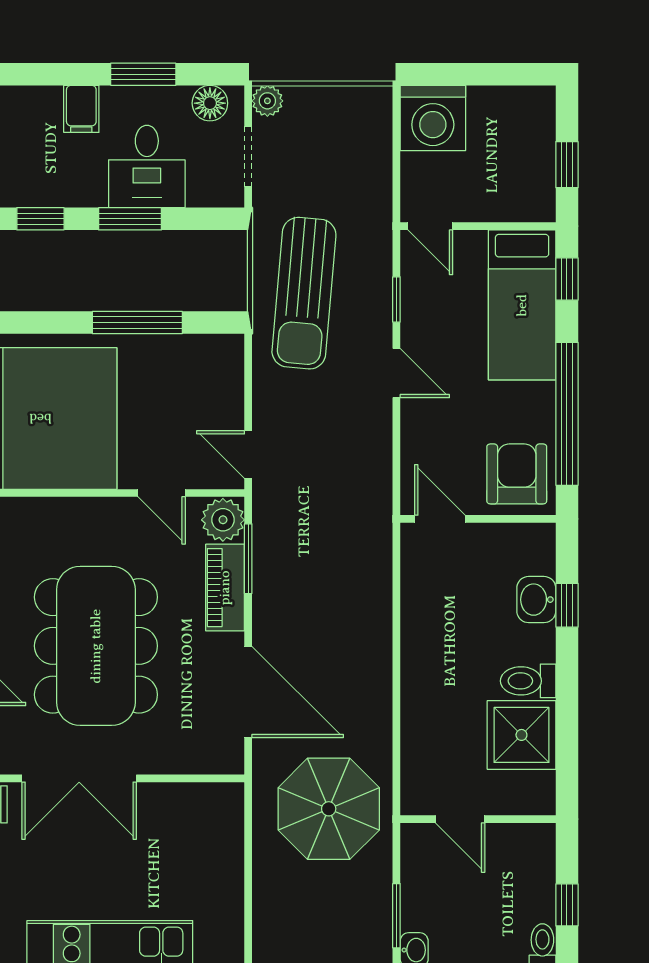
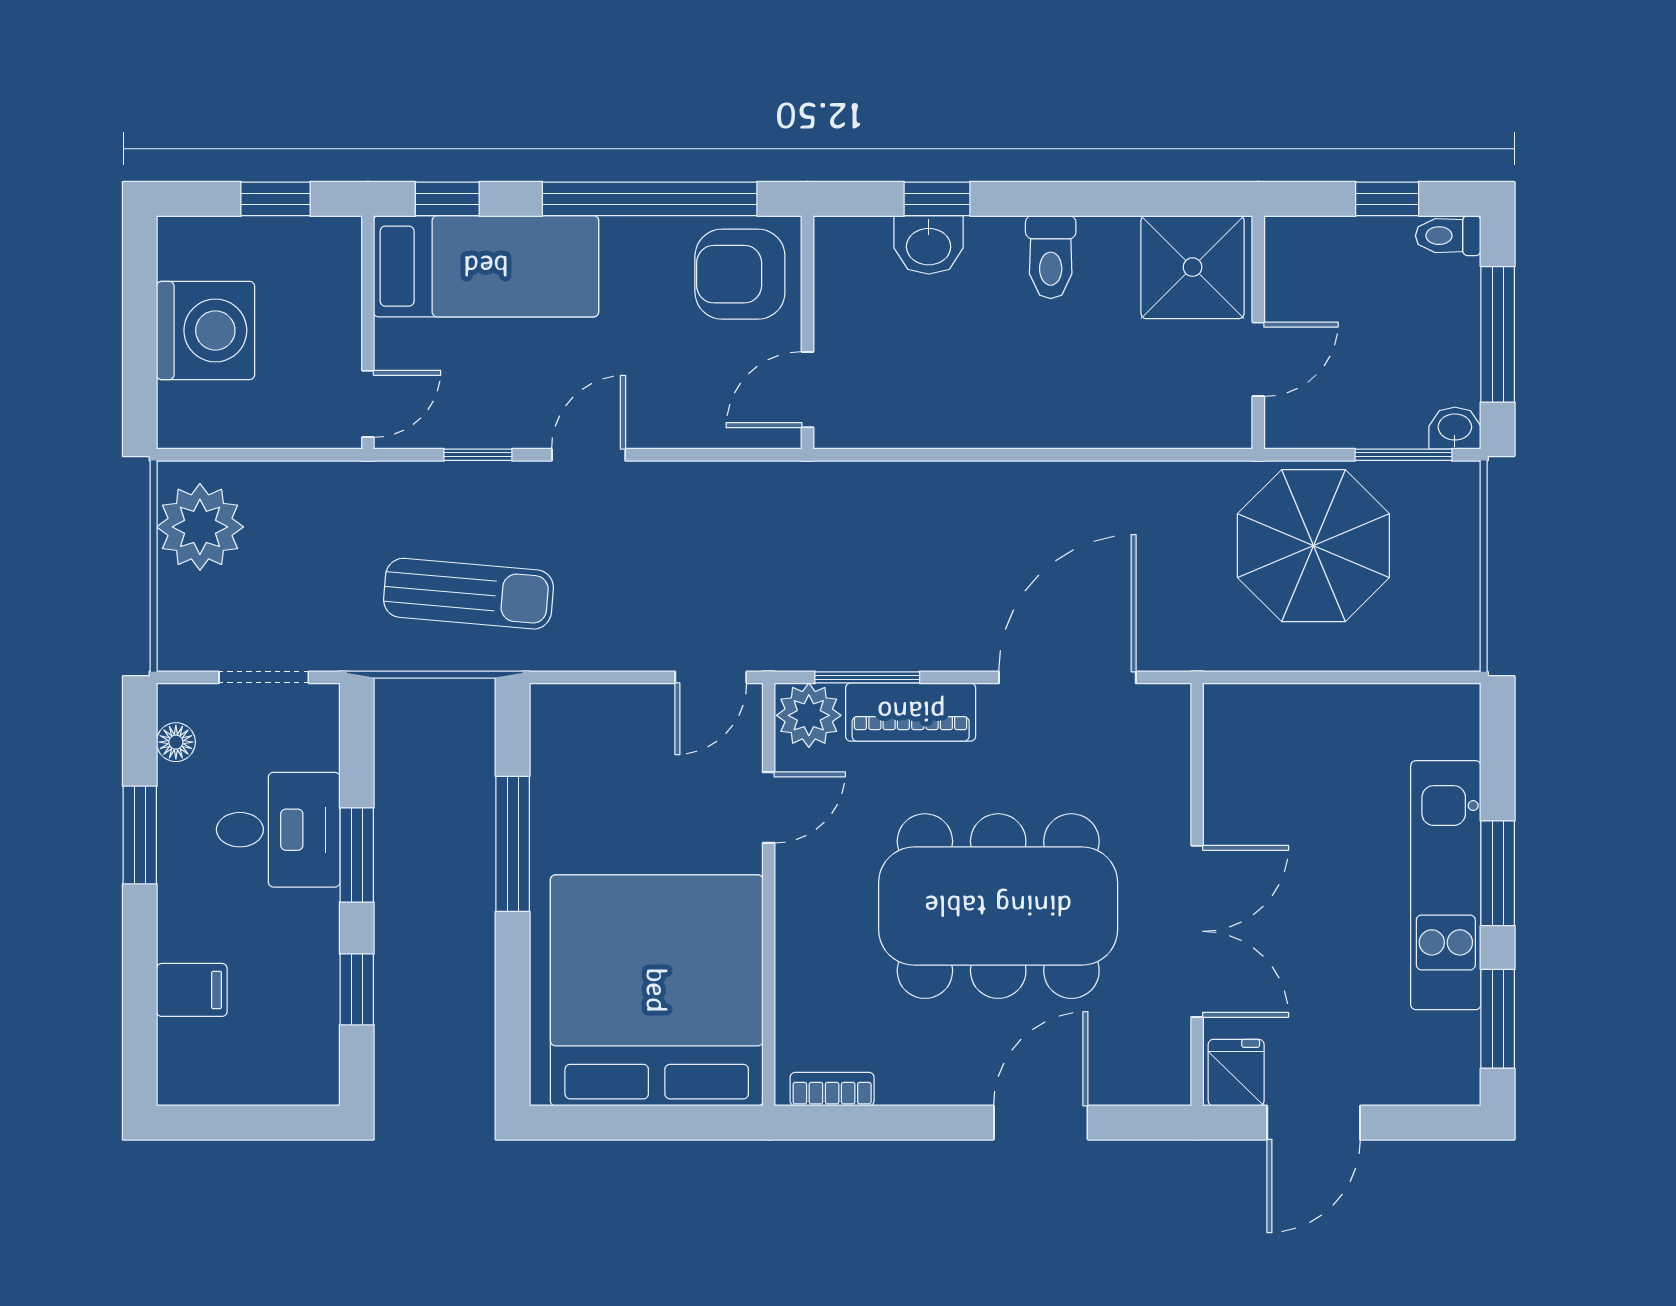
plant: (267, 101) -> (200, 527), moved, width x1.88, depth x1.88
floor lamp: (210, 103) -> (176, 742), width x0.73, depth x0.73
filing cabinet: (81, 109) -> (192, 990), moved
washing machine: (433, 118) -> (206, 330), moved
sun lounger: (304, 293) -> (468, 594), width x0.73, depth x0.75
shower: (521, 735) -> (1193, 267), moved
parasol: (329, 809) -> (1313, 546), moved

